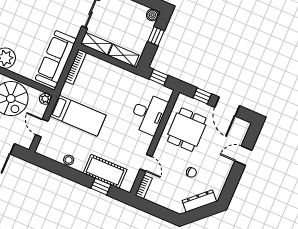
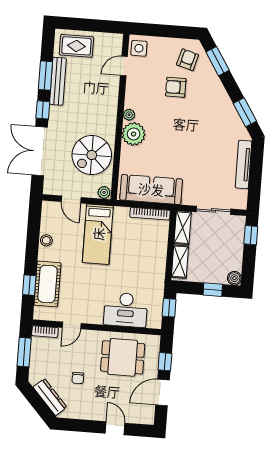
door: (42, 128) -> (71, 199), swing flipped
window: (155, 210) -> (24, 352), added

